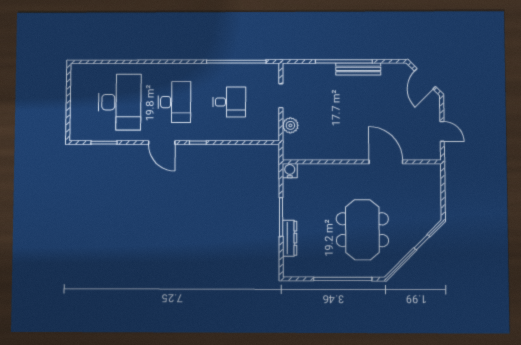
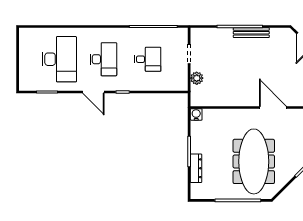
meeting table: (362, 230) -> (254, 161), width x1.36

